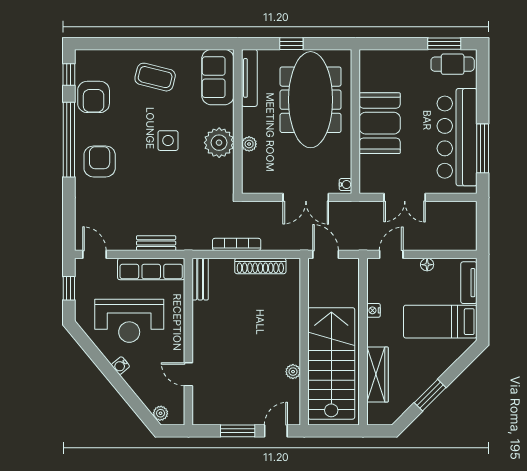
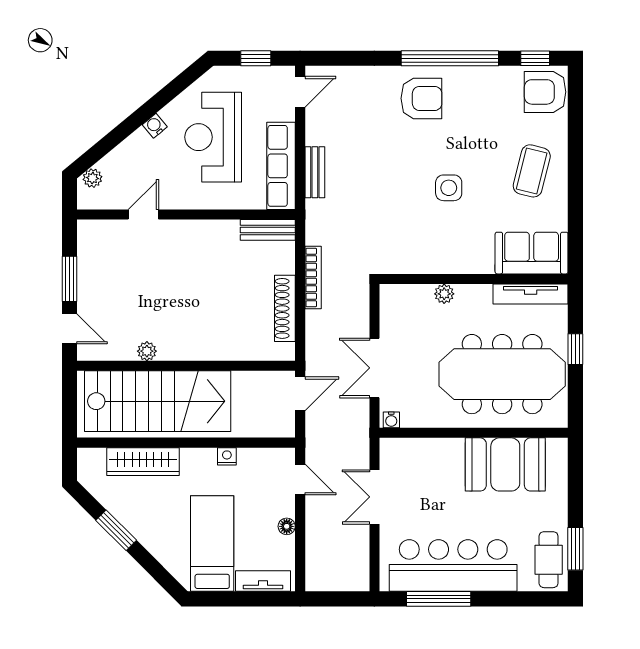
armchair: (94, 97) -> (545, 92), moved
booth: (380, 123) -> (505, 464), moved
plant: (219, 143) -> (446, 254), removed

